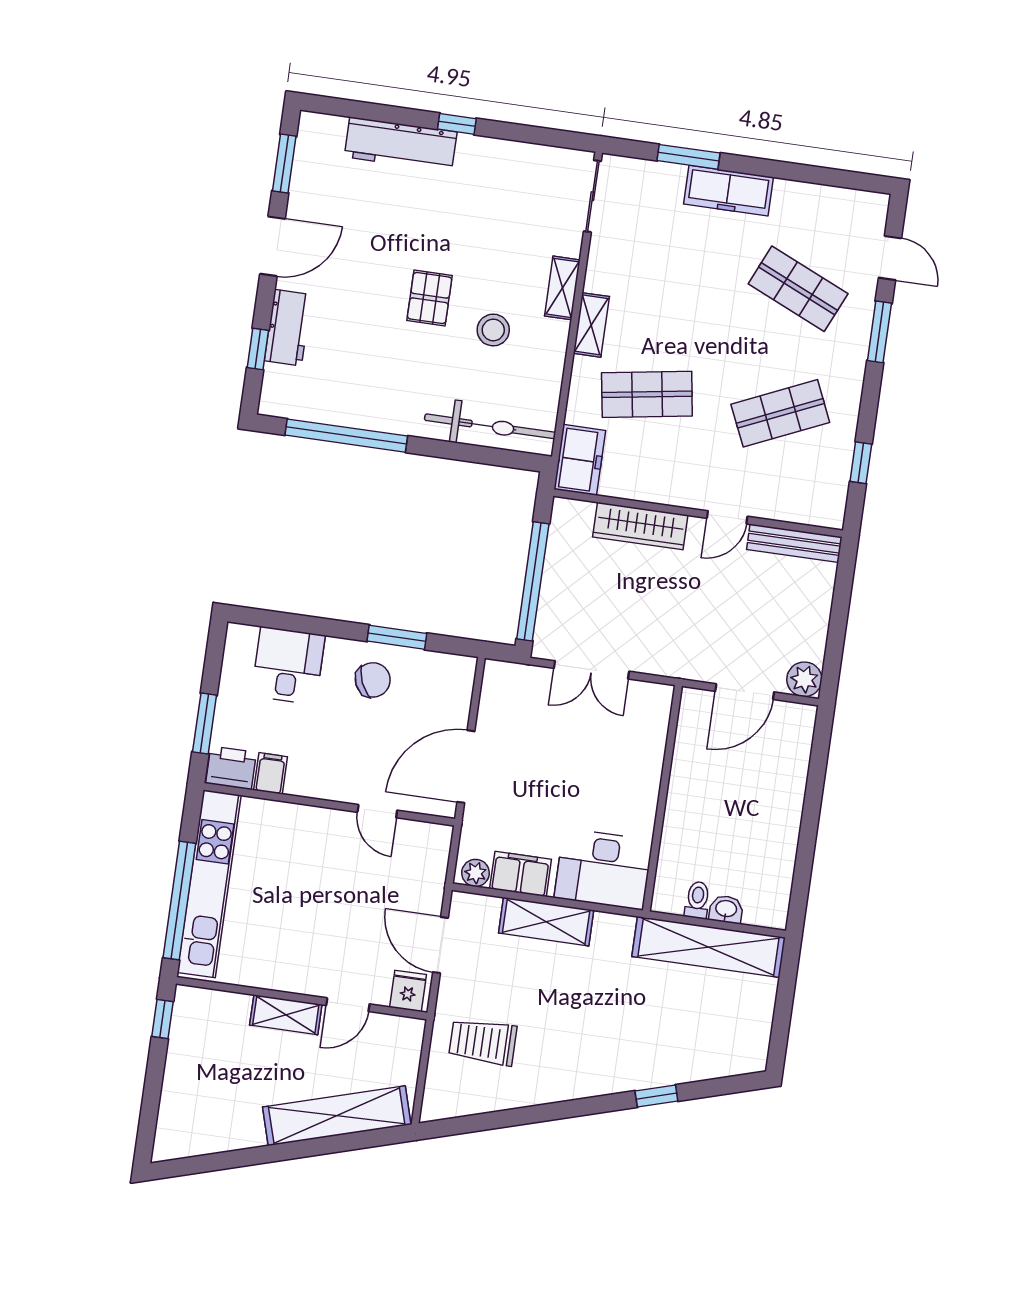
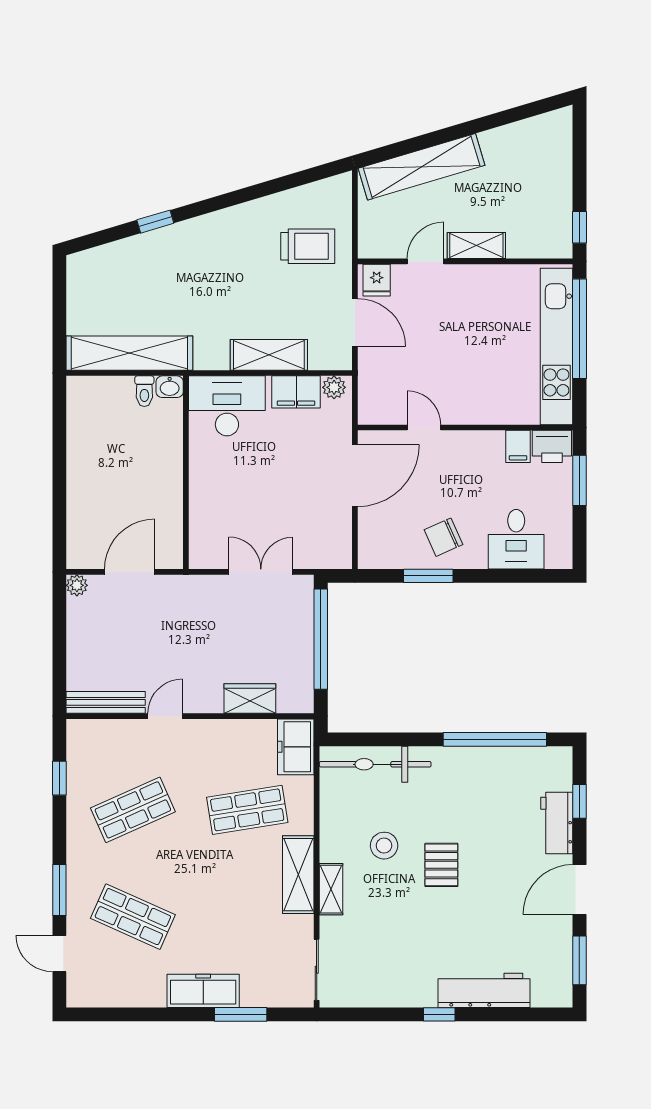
shelving: (591, 325) -> (298, 875), width x1.50, depth x1.33
wardrobe: (640, 526) -> (250, 699), width x0.67
plant: (804, 679) -> (77, 585), width x0.73, depth x0.73
washbasin: (726, 909) -> (170, 387), moved

